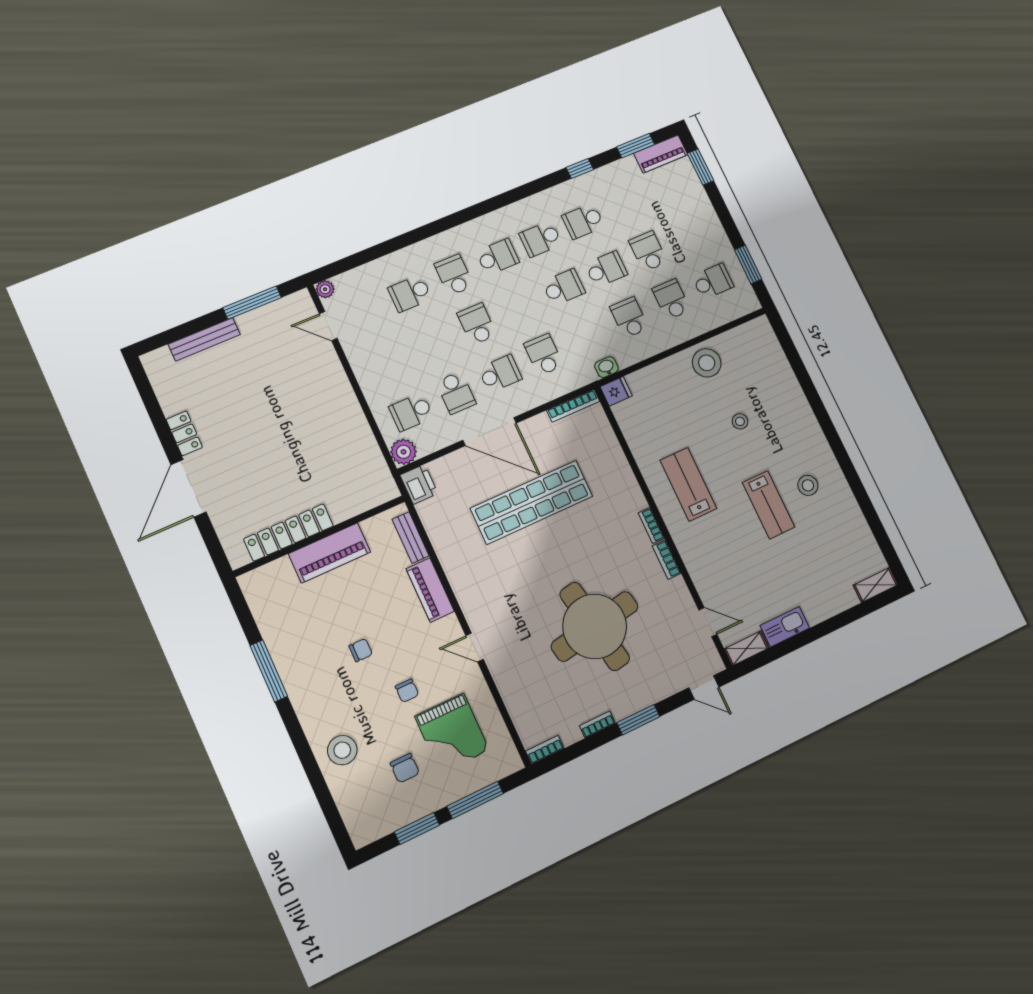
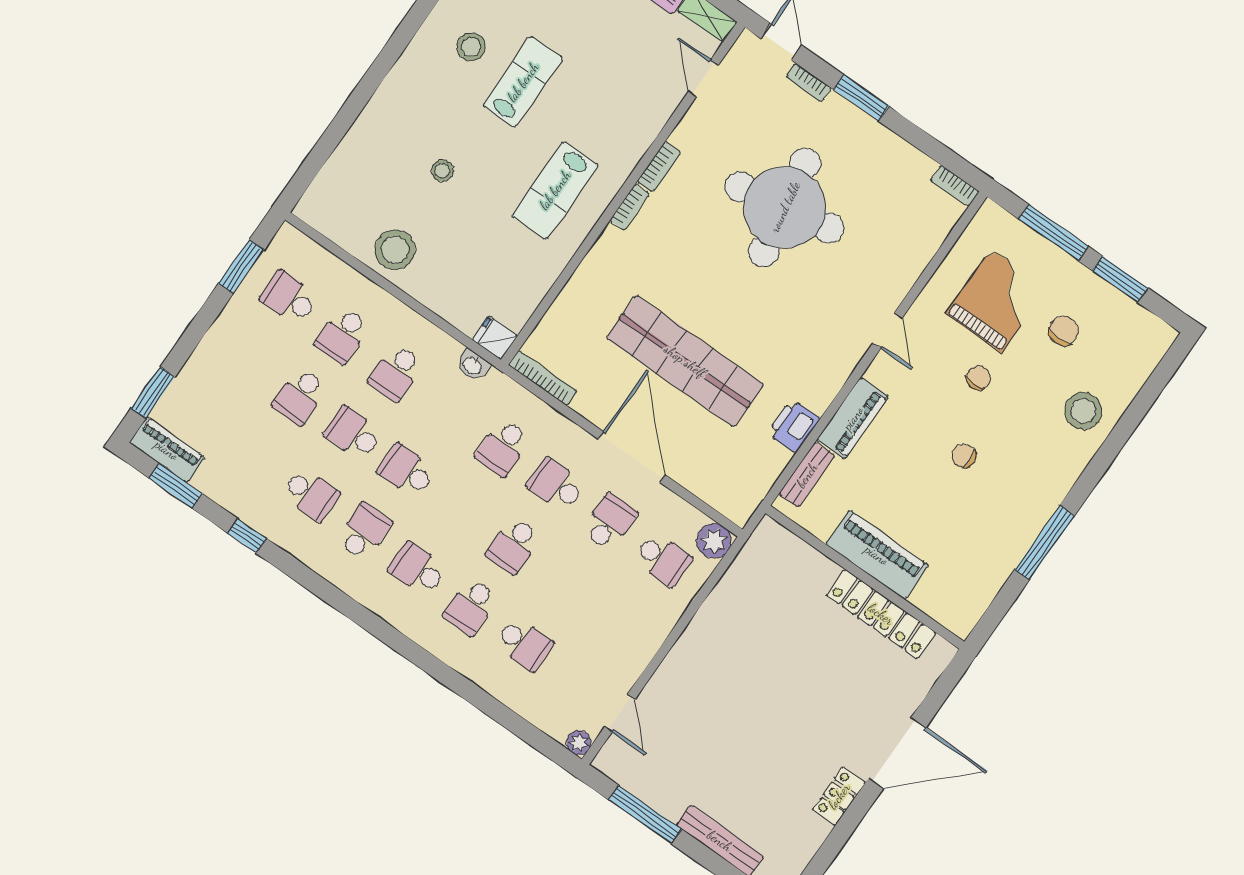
school desk: (541, 239) -> (364, 532), turned -90
printer: (419, 484) -> (793, 426), moved
bookcase: (597, 725) -> (809, 83), moved

